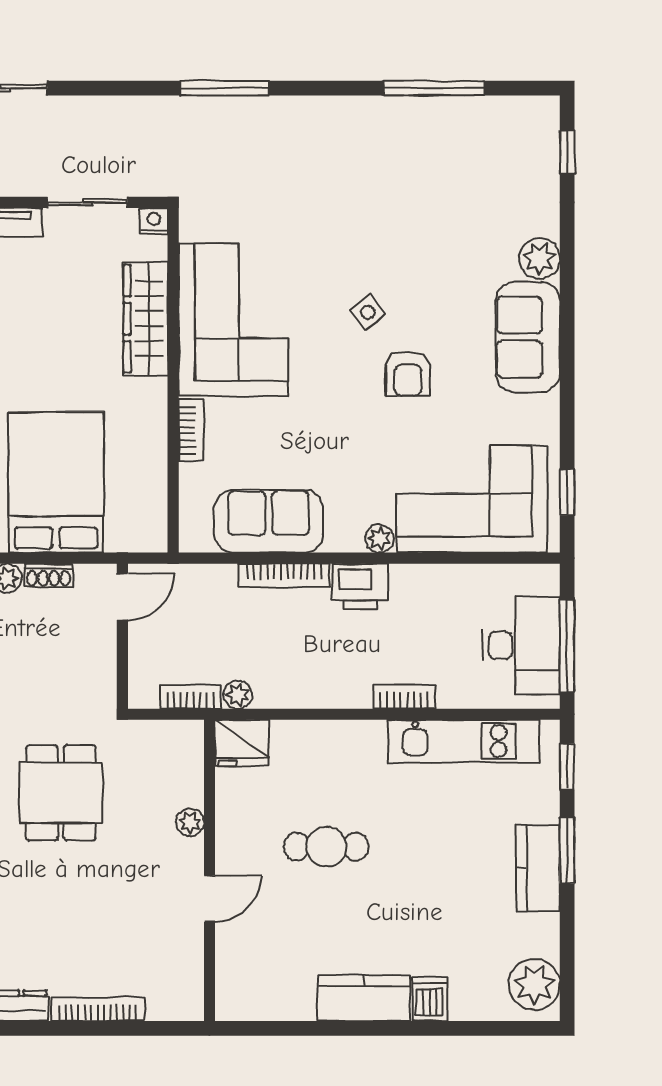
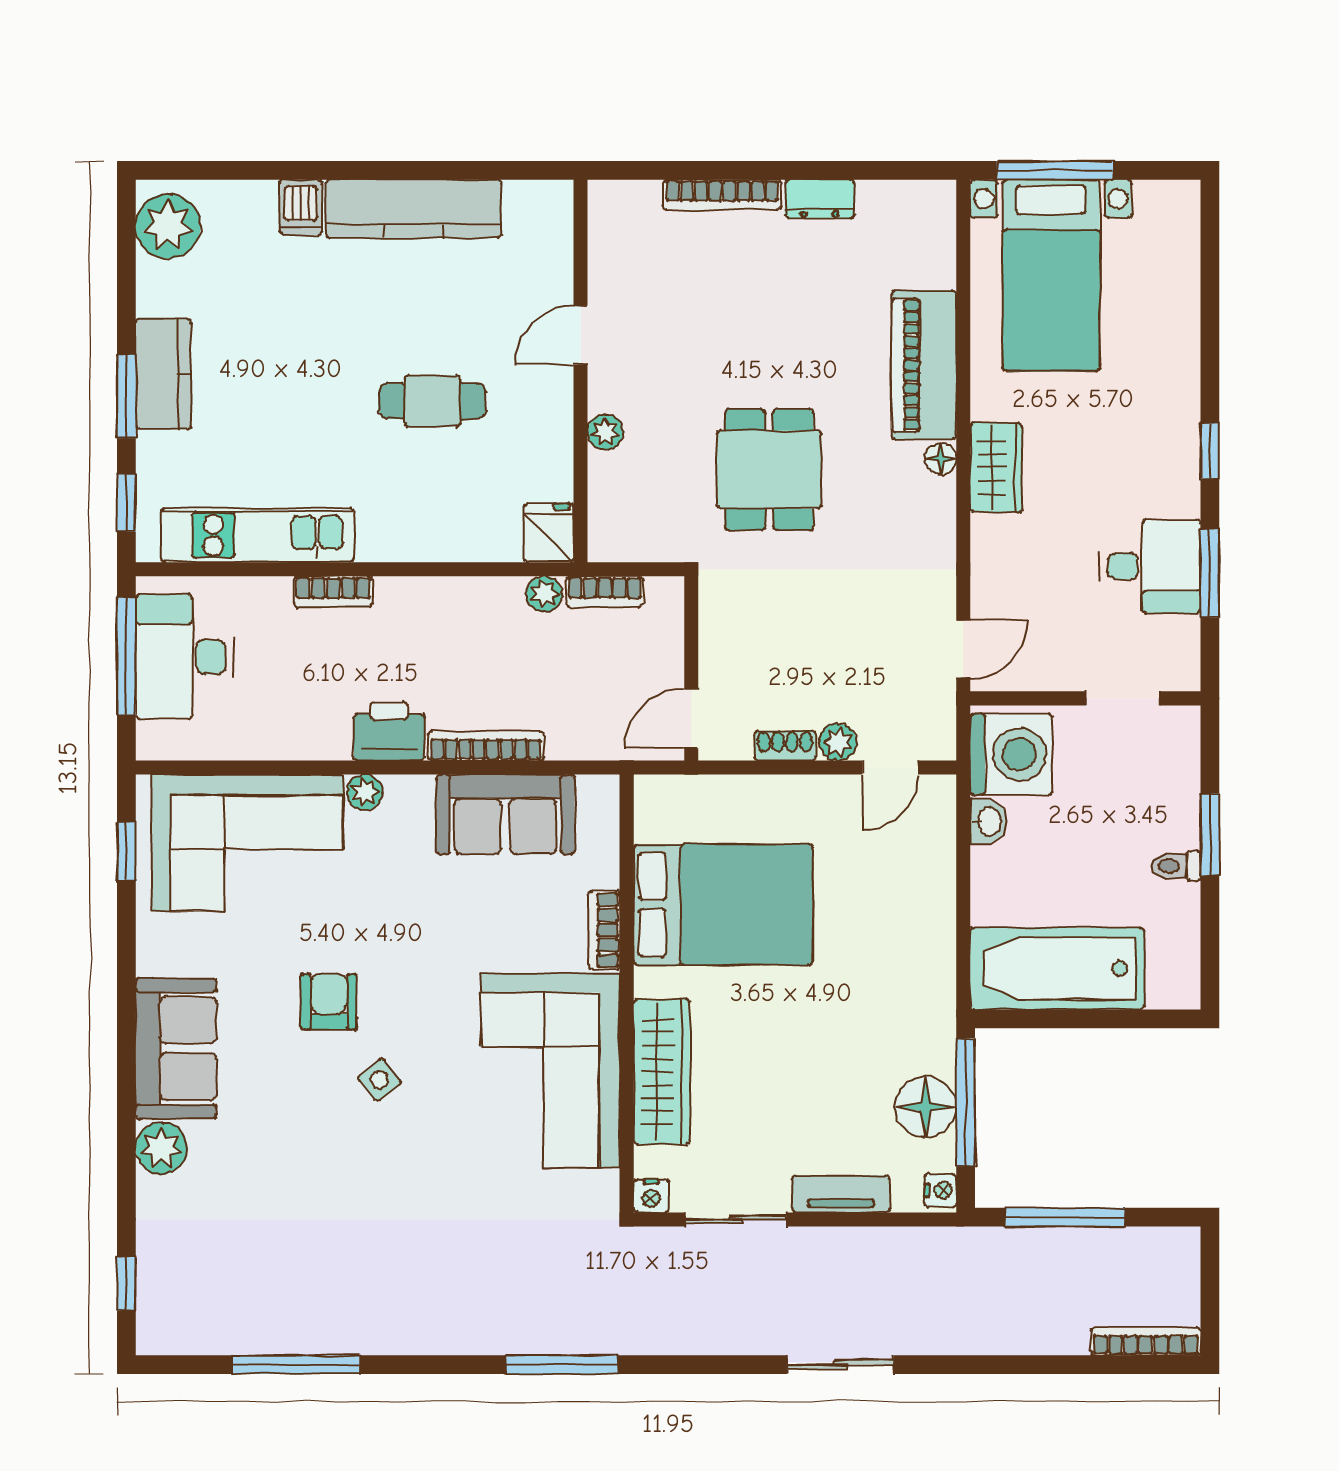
bed: (56, 482) -> (723, 905), moved, turned -90
fridge: (242, 743) -> (549, 533), width x0.72
kitchen counter: (364, 998) -> (414, 209), width x1.50

